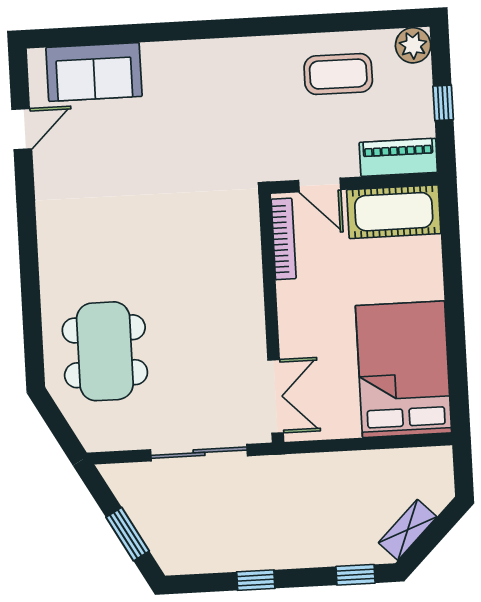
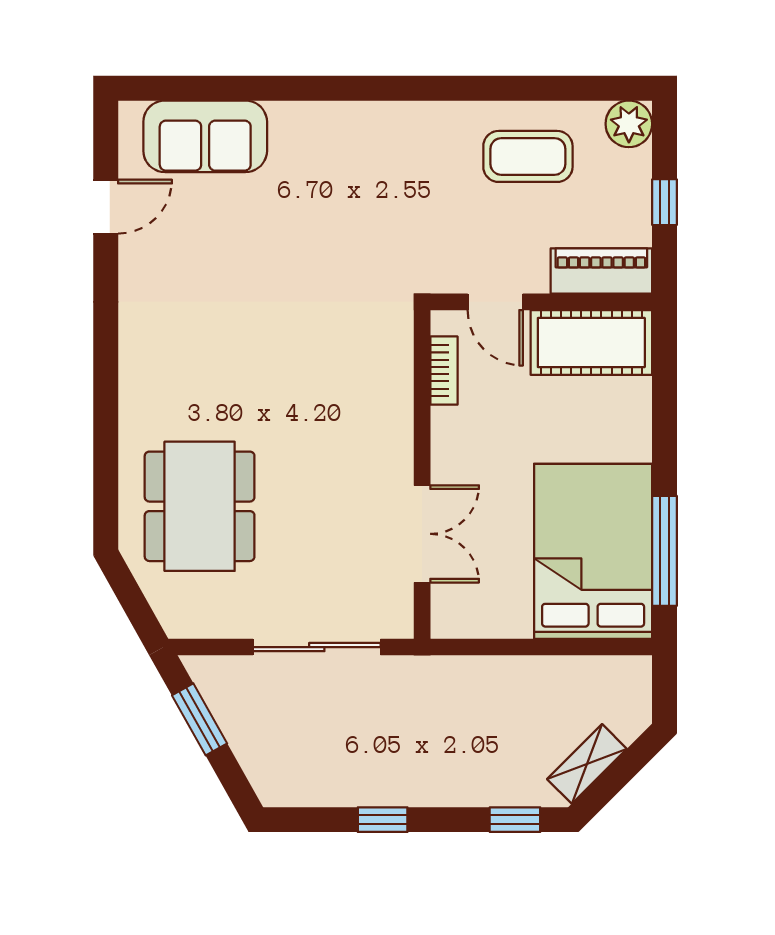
bookcase: (284, 239) -> (444, 371), width x0.64
window: (457, 366) -> (664, 551), added
double door: (276, 396) -> (422, 534), moved
window: (128, 534) -> (200, 719), moved

